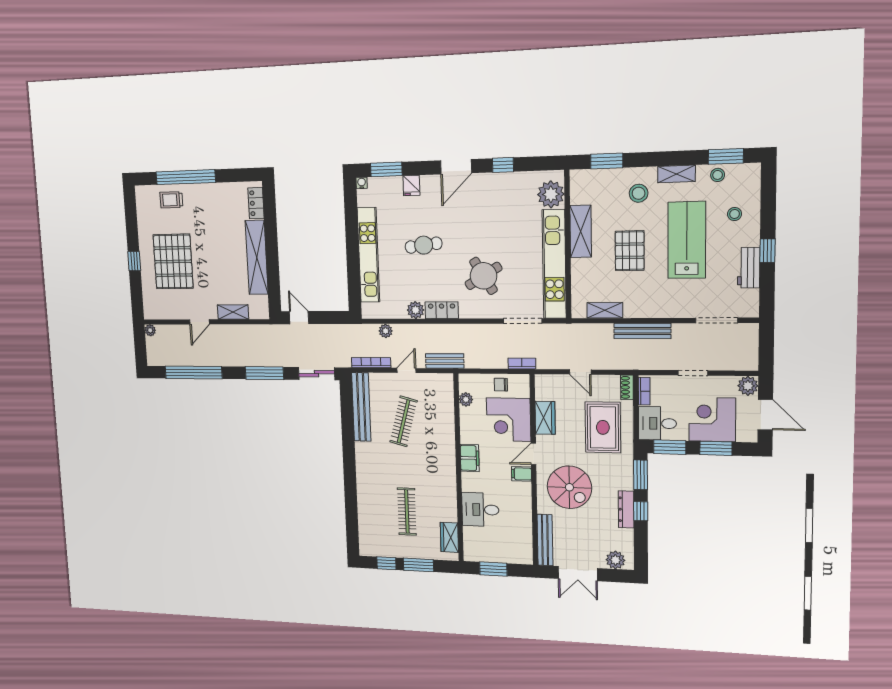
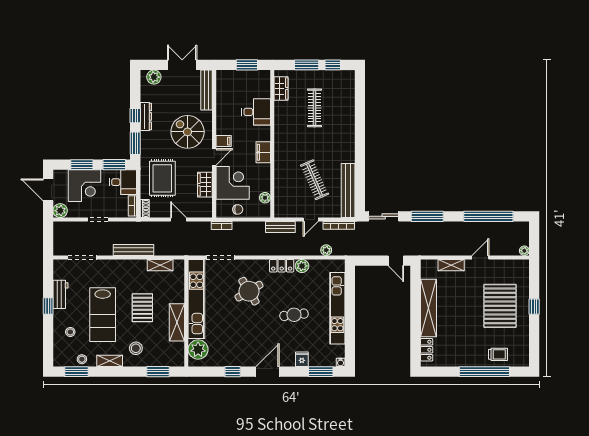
clothes rail: (404, 421) -> (314, 180), turned -39

